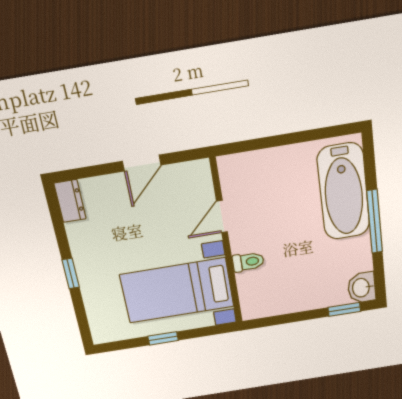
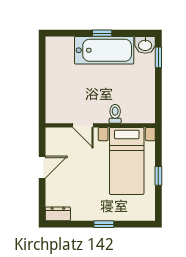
door: (142, 163) -> (42, 167), hinge flipped
bathtub: (344, 192) -> (104, 50), moved
window: (375, 222) -> (102, 33), width x0.46

